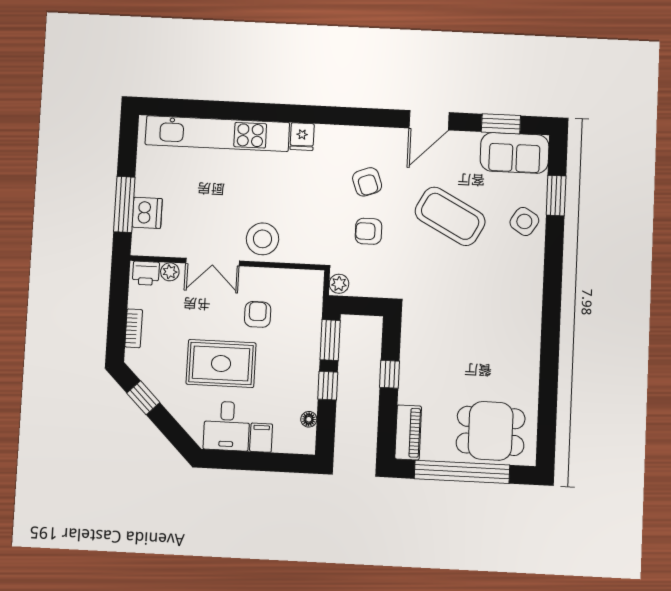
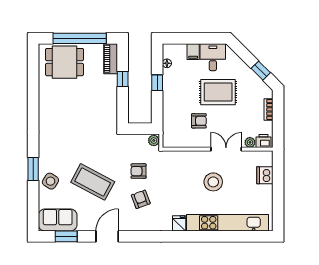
window: (556, 196) -> (33, 169), moved
window: (124, 204) -> (278, 180), removed
armchair: (369, 231) -> (139, 171), turned 180
stool: (262, 239) -> (213, 182), moved
armchair: (258, 314) -> (199, 121), turned -90
window: (330, 340) -> (157, 108), removed
window: (390, 374) -> (123, 79), moved

